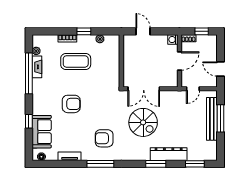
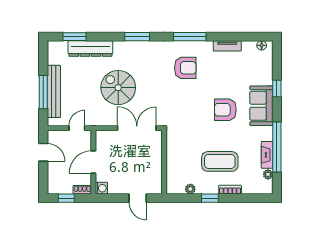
spiral stairs: (143, 122) -> (118, 88), moved
sofa: (42, 132) -> (261, 106), moved
dresser: (169, 154) -> (90, 49), moved
window: (156, 164) -> (137, 37), moved

